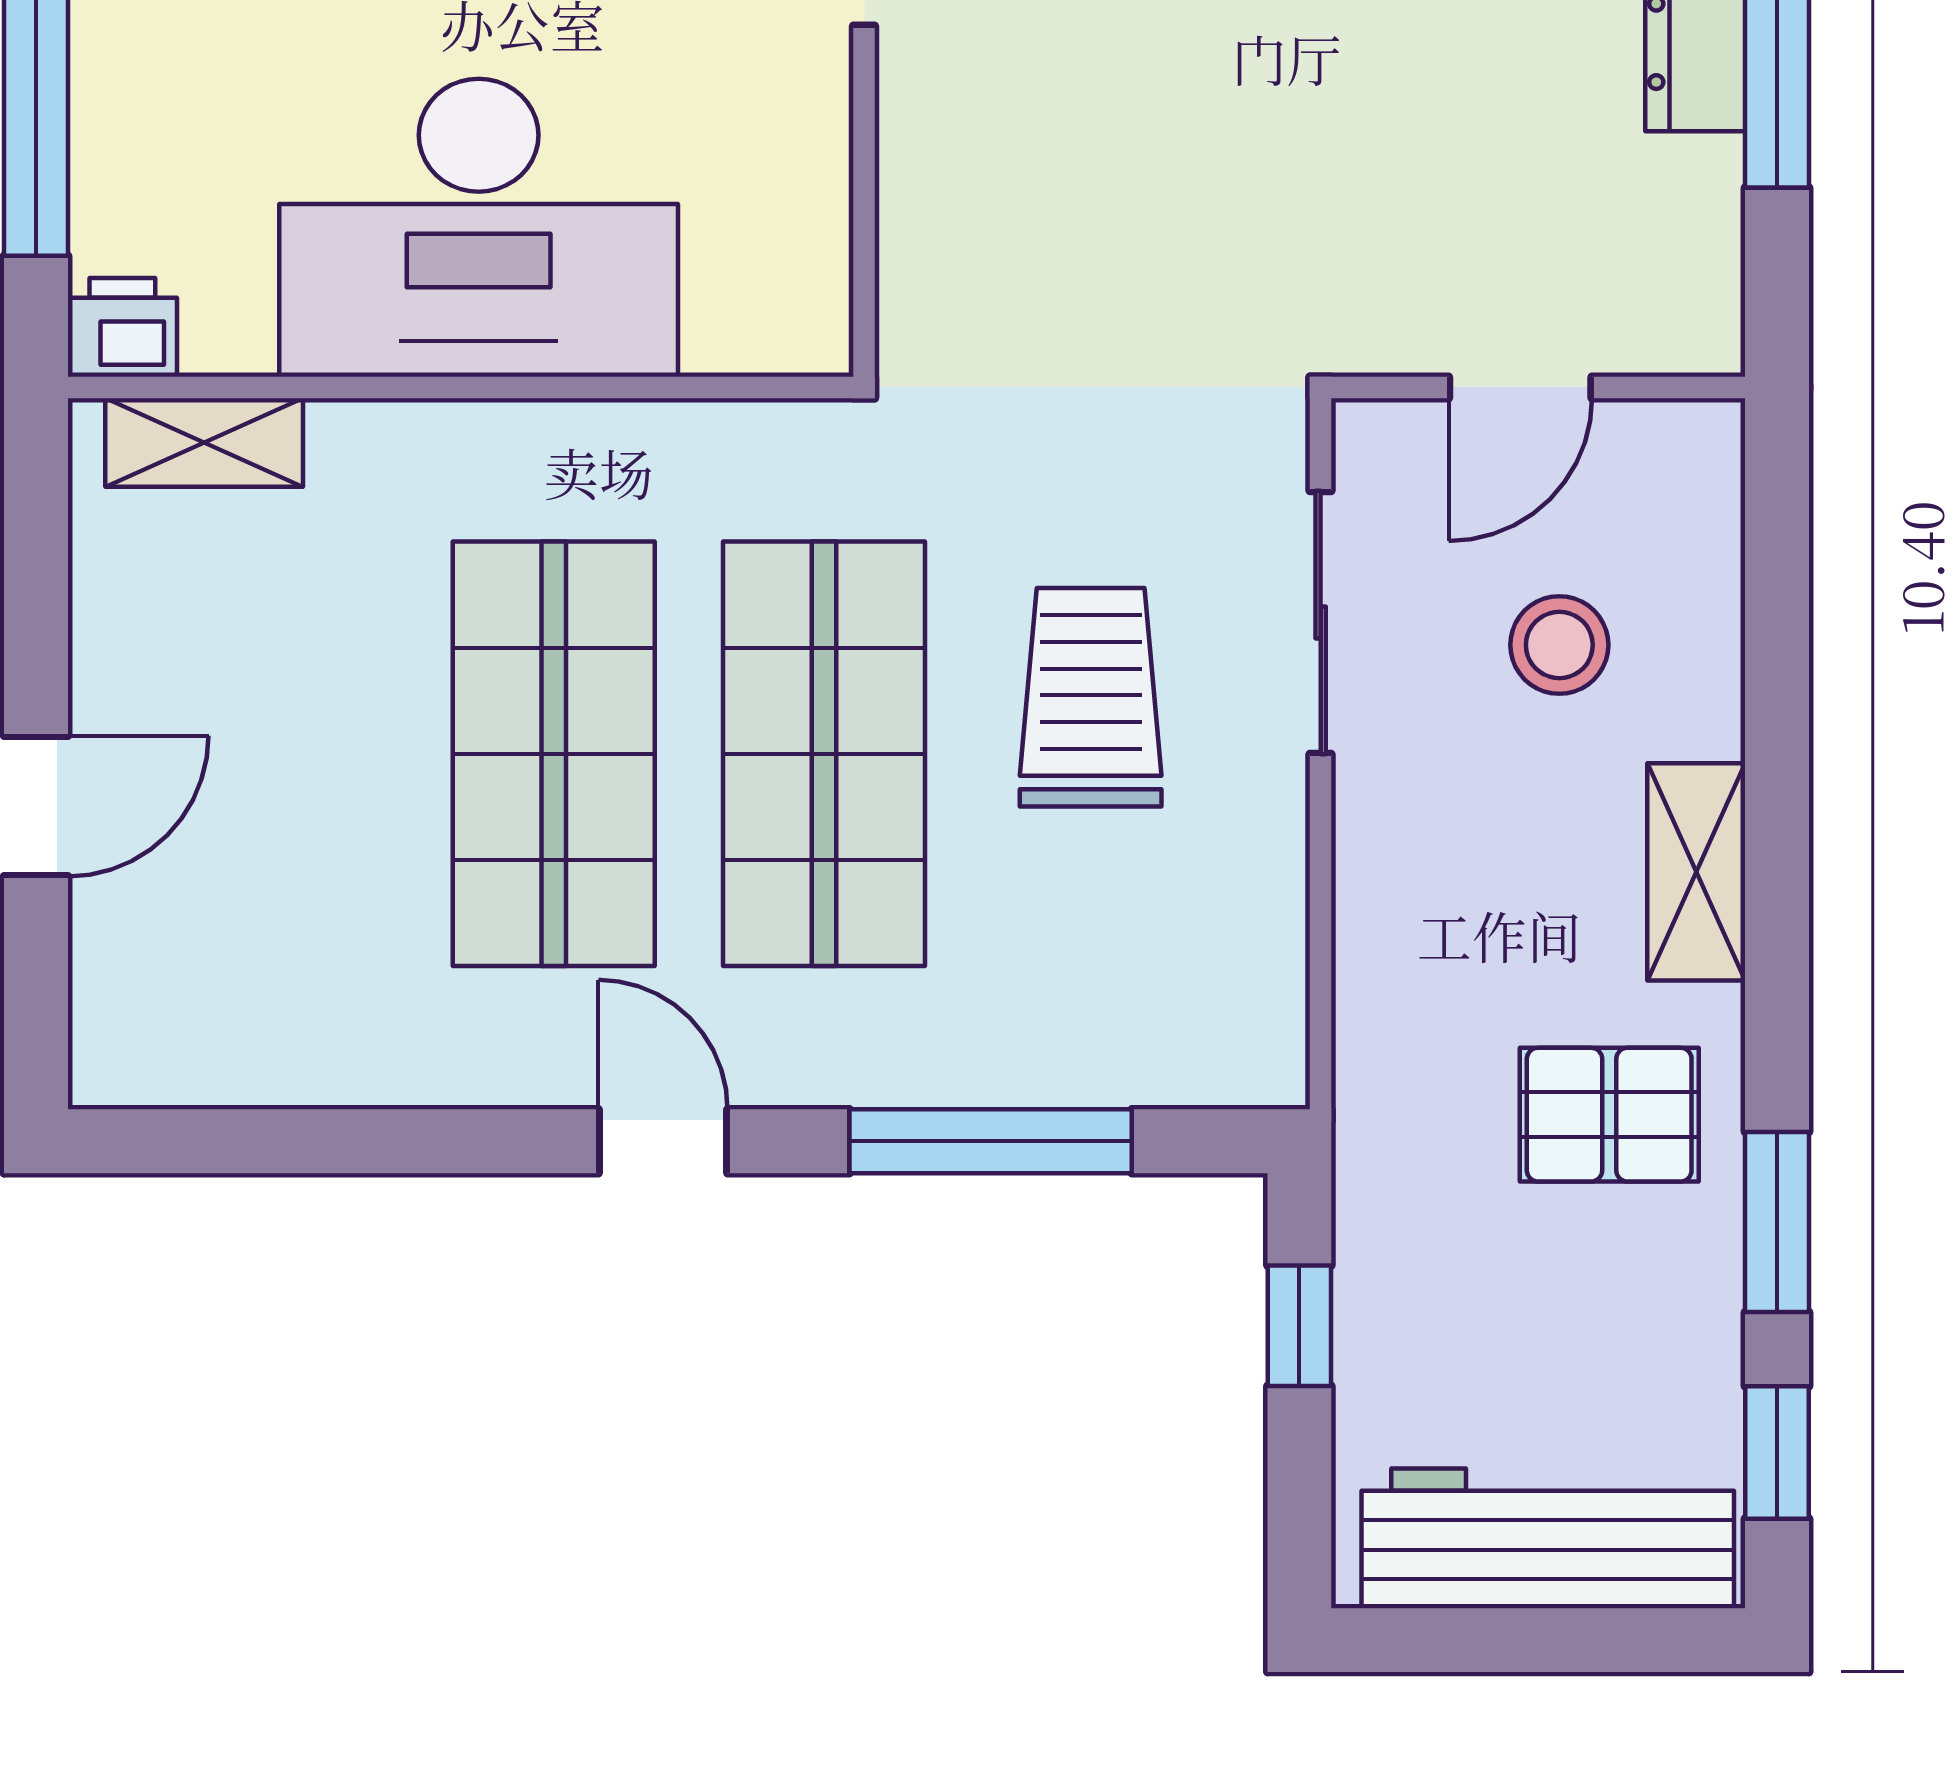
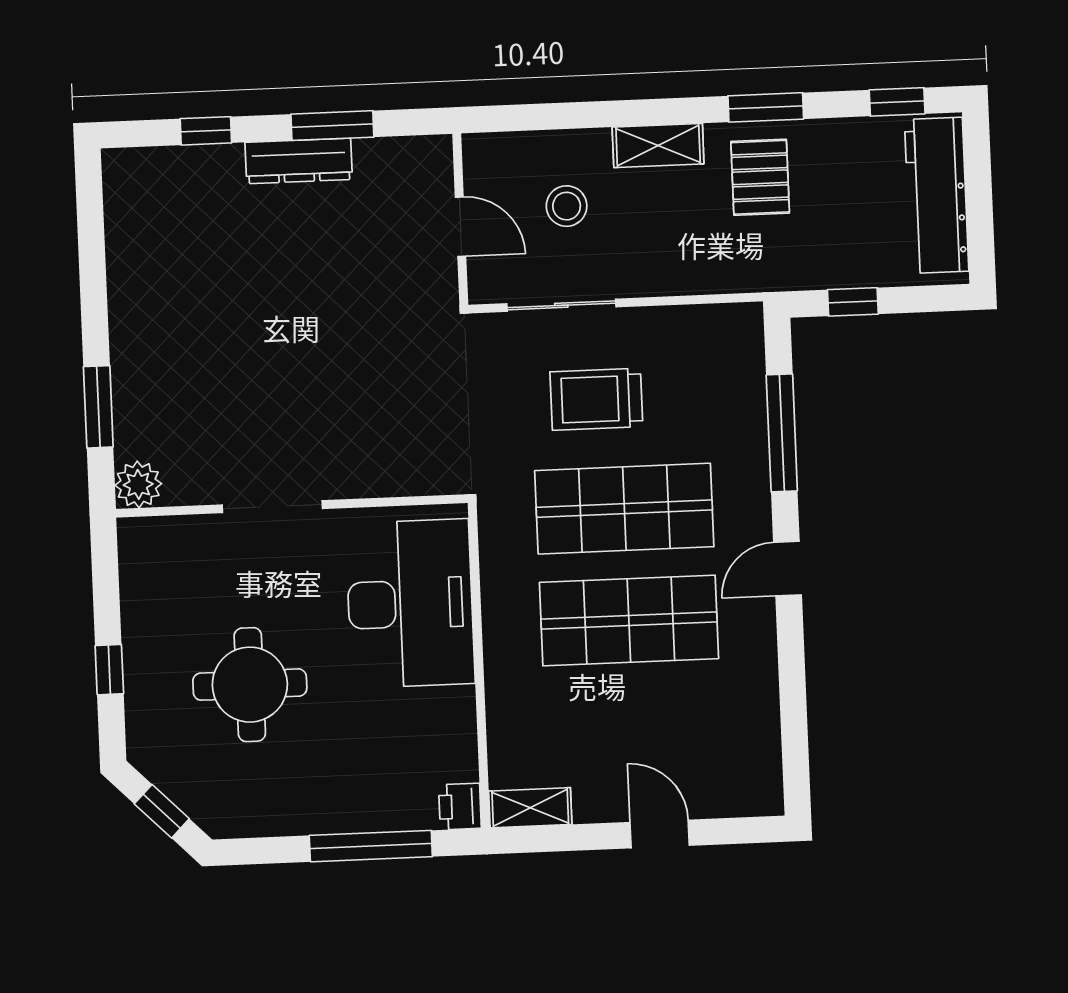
desk: (479, 228) -> (410, 604), moved
shelving: (204, 443) -> (530, 808), moved, turned 90
window: (1777, 1222) -> (766, 107), moved

